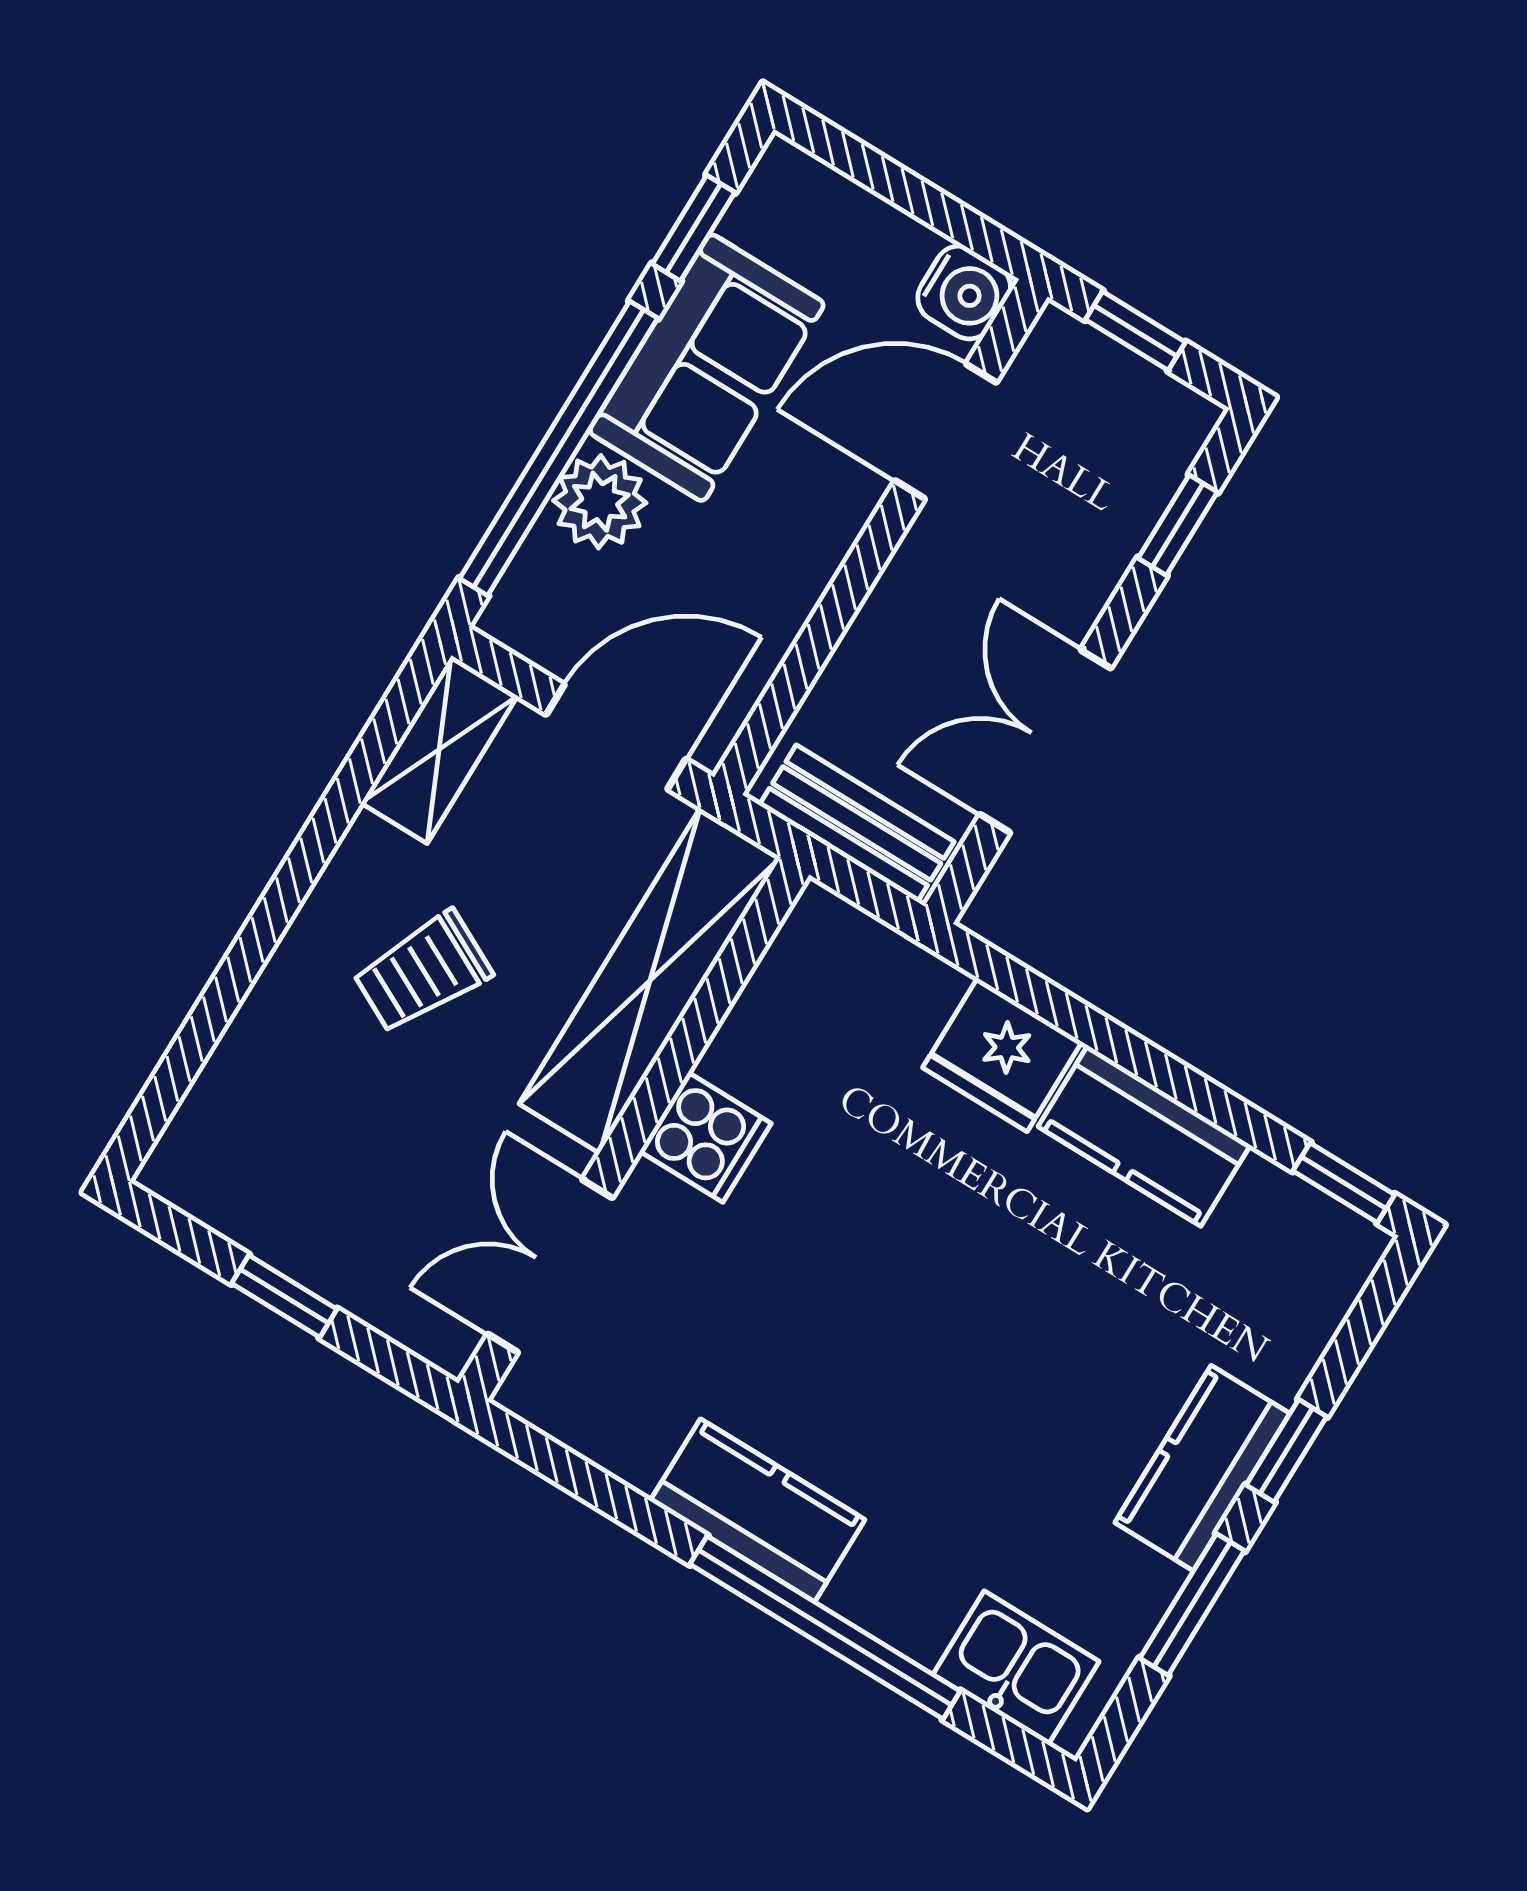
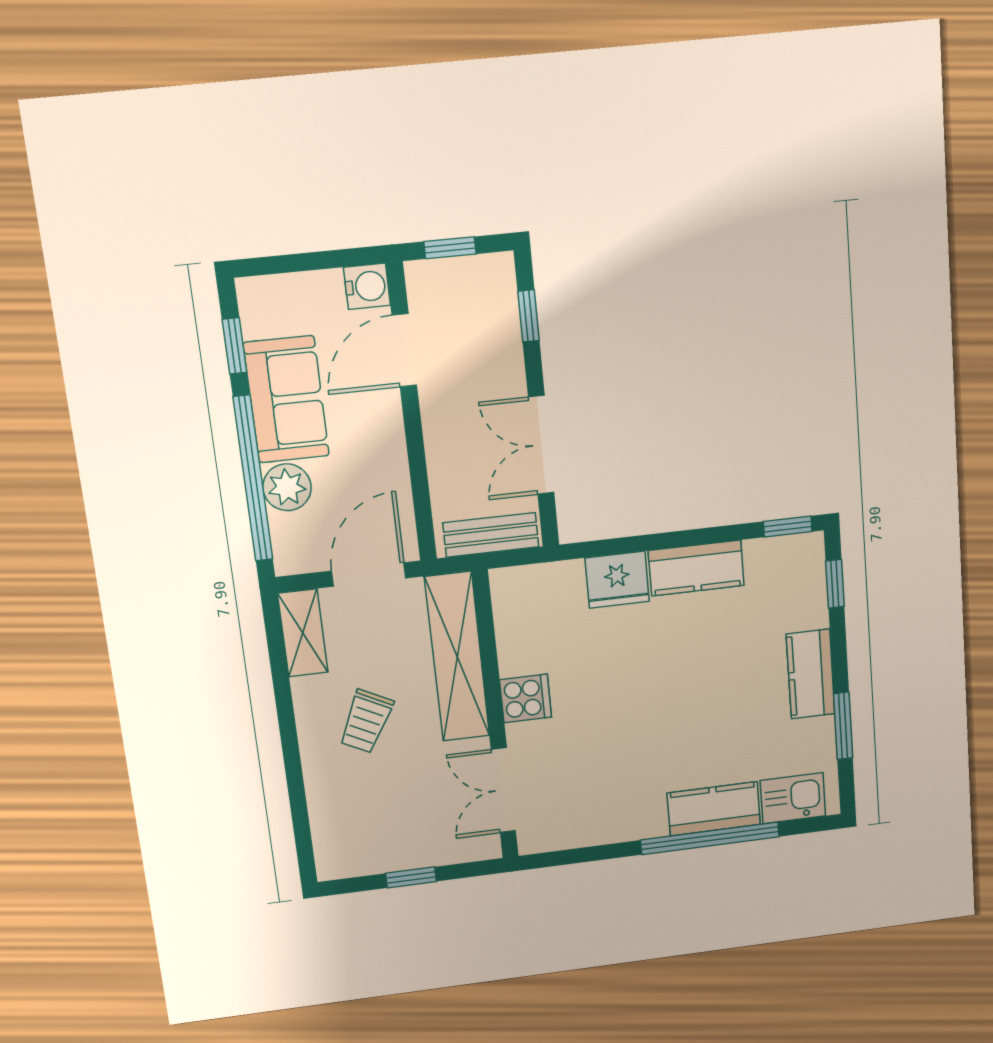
window: (1286, 1451) -> (835, 584), moved
kitchen counter: (758, 1510) -> (714, 809), moved

